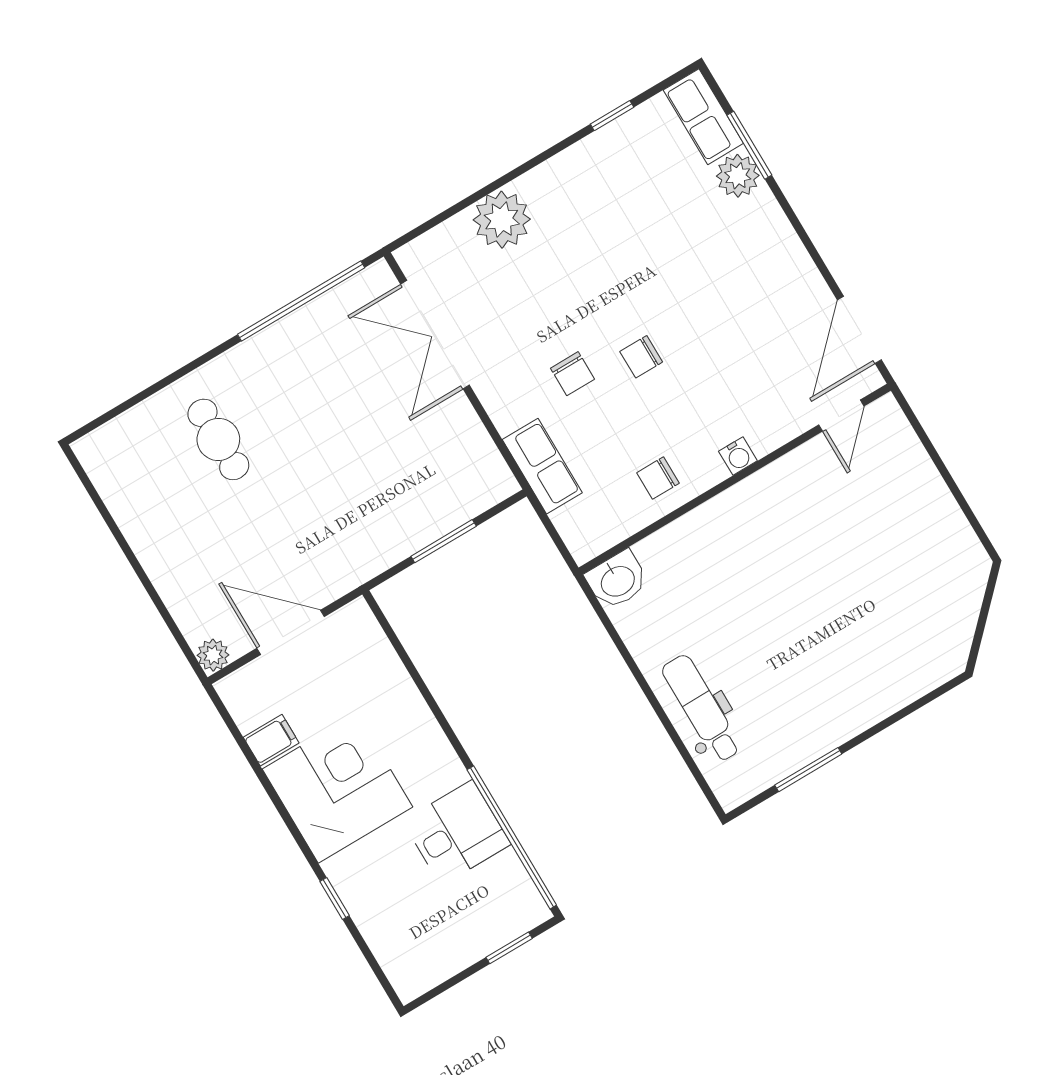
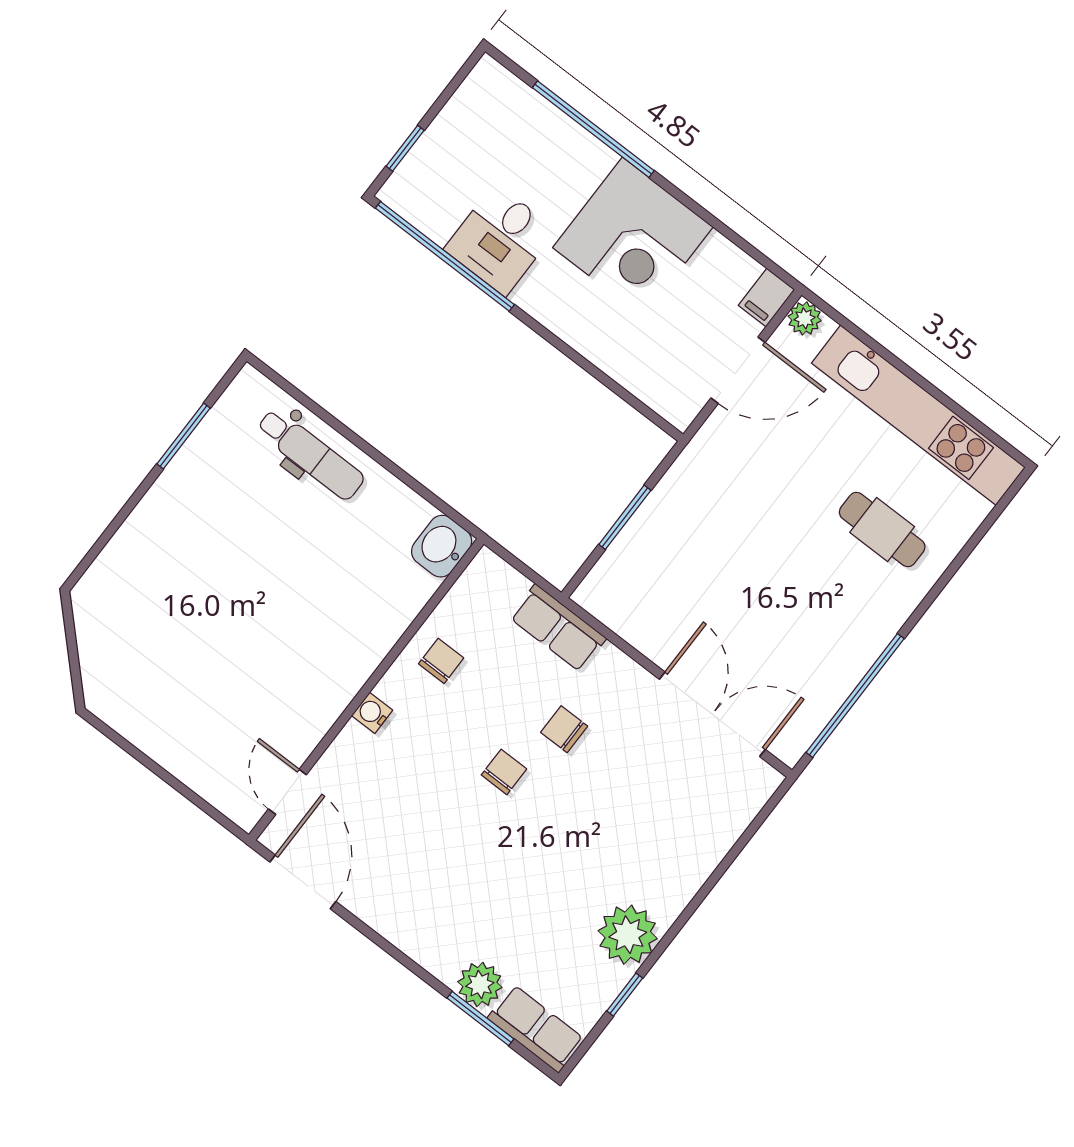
plant: (502, 220) -> (628, 935), moved
kitchen unit: (146, 529) -> (918, 415), added
filing cabinet: (271, 740) -> (767, 298), moved
window: (335, 899) -> (593, 129), width x3.17

